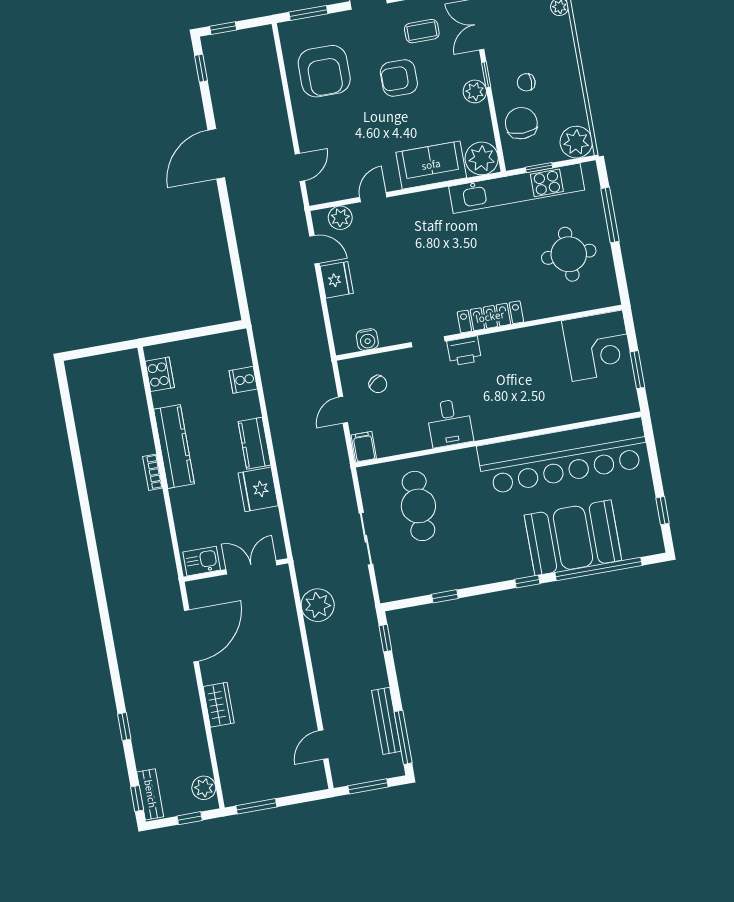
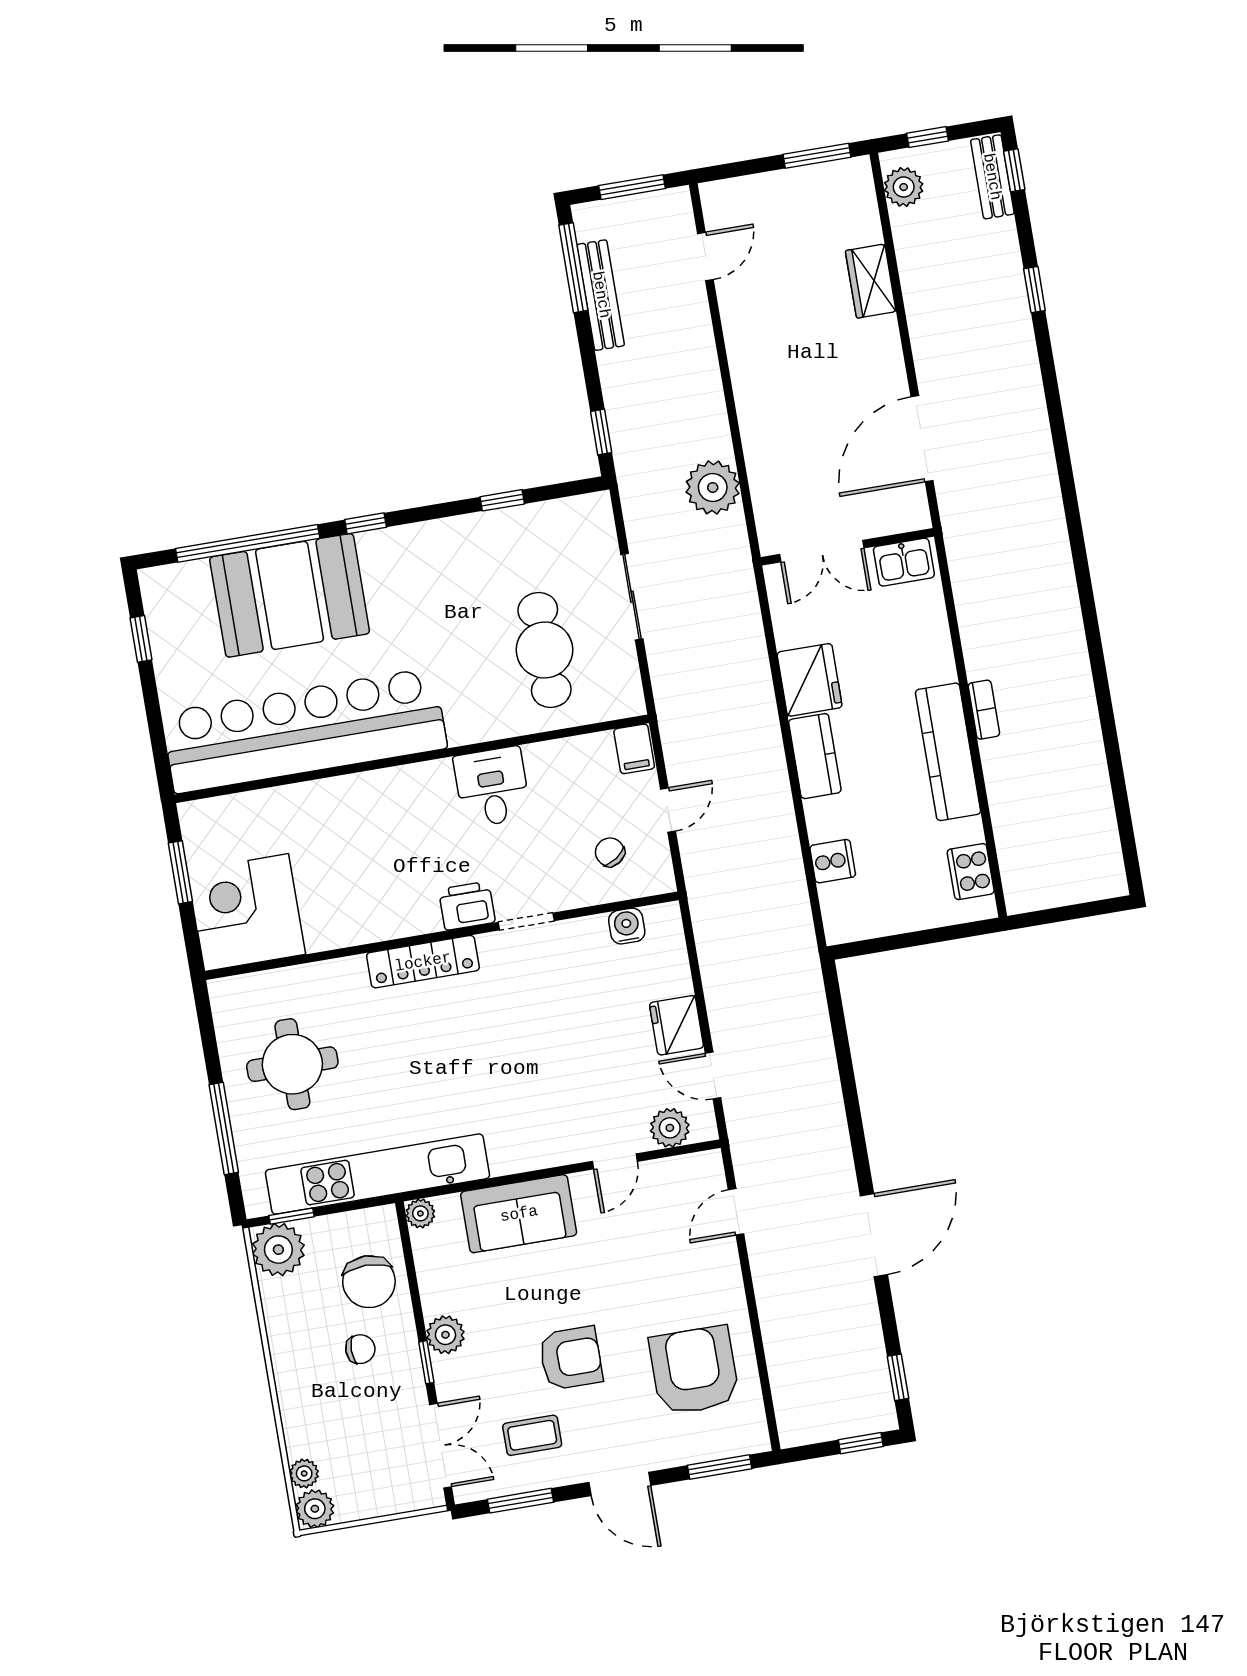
plant: (482, 158) -> (420, 1213), width x0.53, depth x0.53
window: (539, 168) -> (291, 1216), moved
wardrobe: (219, 705) -> (871, 281), moved

